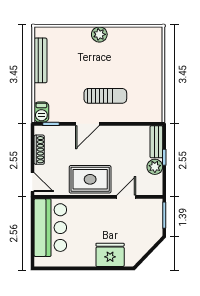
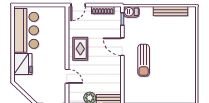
plant: (99, 34) -> (190, 56), removed
rug: (90, 179) -> (80, 49), width x0.73, depth x0.70
bar counter: (50, 228) -> (26, 30), moved, turned -90

